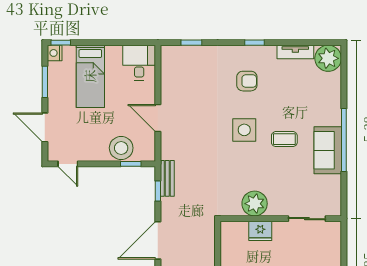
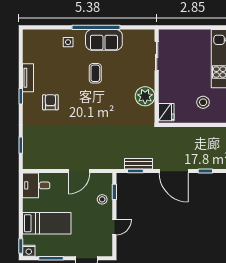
tv unit: (295, 52) -> (28, 78), moved
plant: (328, 58) -> (33, 40), removed
side table: (244, 130) -> (68, 42), moved, width x0.54, depth x0.54
stool: (121, 148) -> (102, 199), width x0.53, depth x0.53
door: (68, 164) -> (114, 227), moved
bench: (167, 178) -> (138, 164), moved
fridge: (260, 231) -> (166, 112), moved

